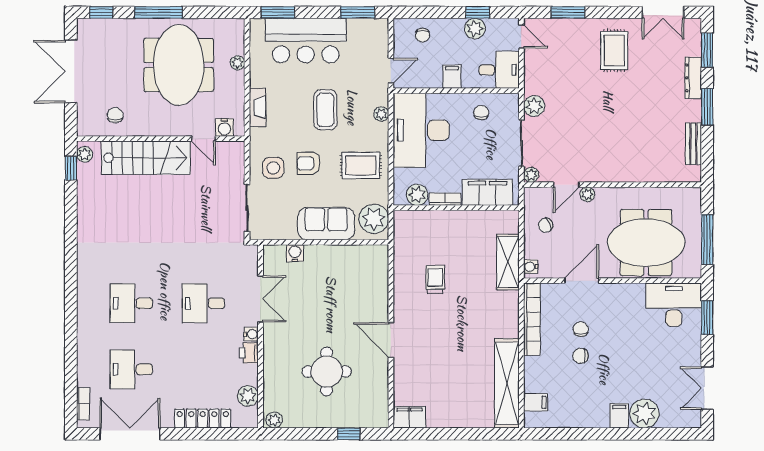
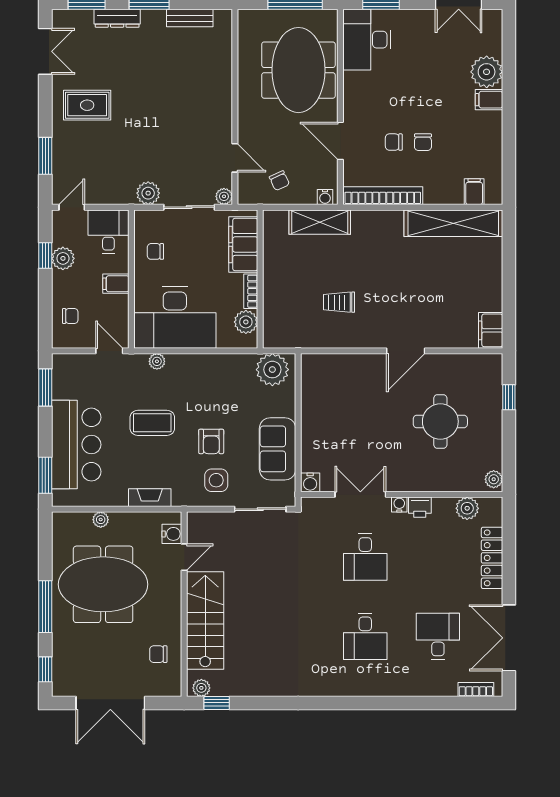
rug: (361, 165) -> (214, 384), removed
plant: (587, 194) -> (245, 135), removed
sofa: (326, 224) -> (278, 449), moved
water cooler: (295, 253) -> (310, 482), moved, turned -90
desk: (131, 369) -> (438, 636), turned 180

